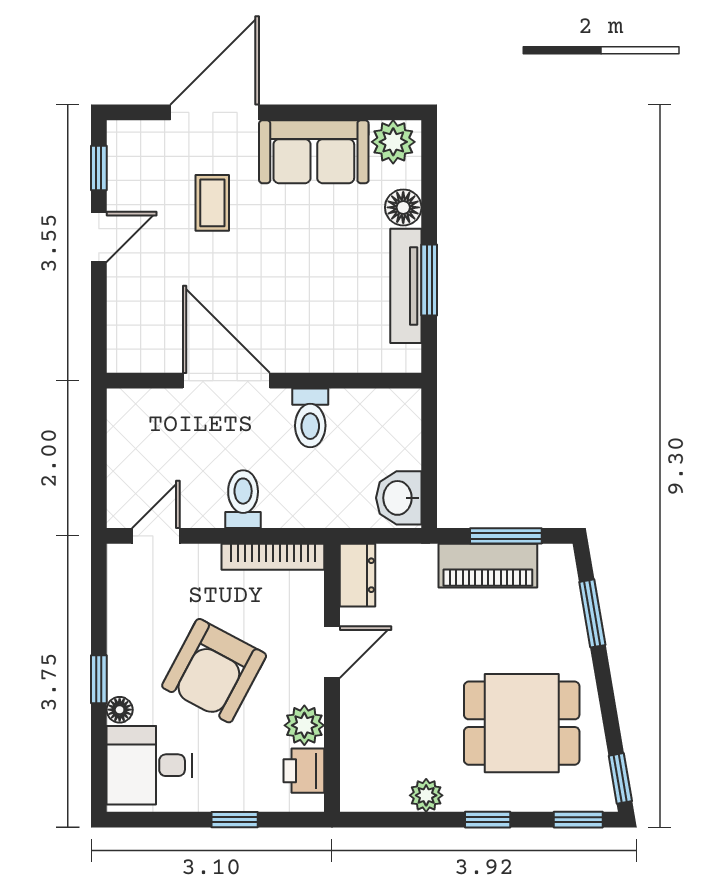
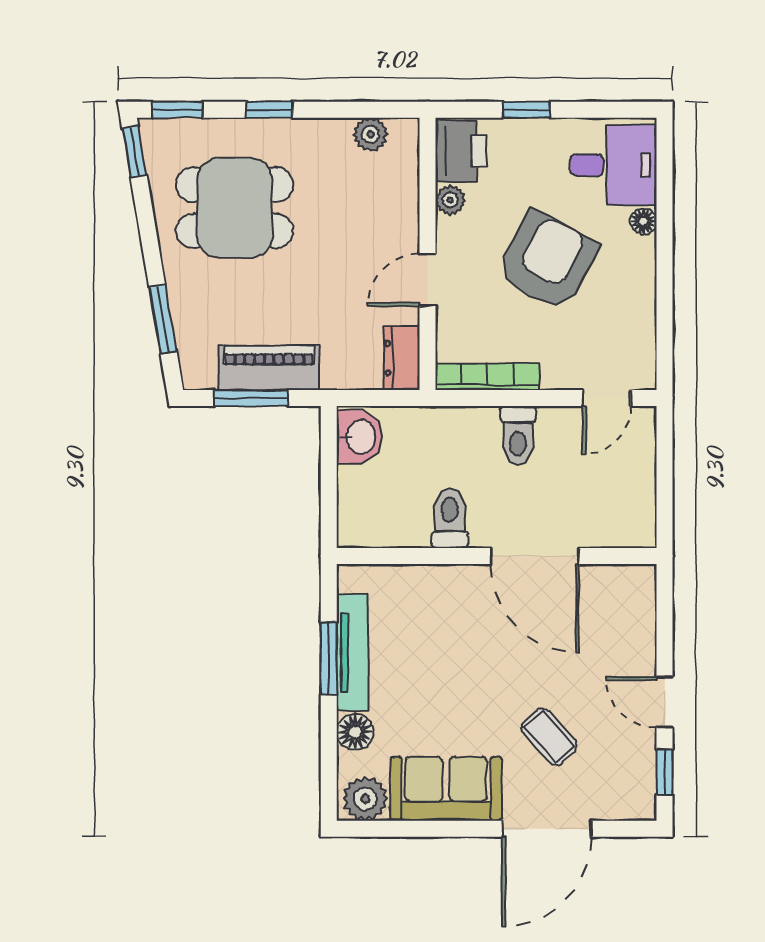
coffee table: (212, 203) -> (549, 737), turned -42
door: (99, 237) -> (665, 702), hinge flipped
window: (99, 679) -> (665, 252), removed
plant: (304, 725) -> (450, 200), width x0.73, depth x0.73
printer: (304, 771) -> (461, 151), width x1.36, depth x1.24
plant: (426, 795) -> (371, 134), moved

